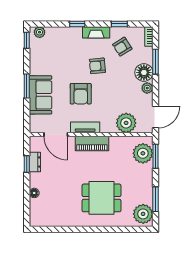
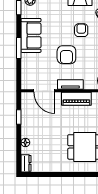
armchair: (97, 66) -> (81, 30), turned 95
sofa: (41, 95) -> (31, 35), moved
dresser: (35, 162) -> (26, 163), moved

